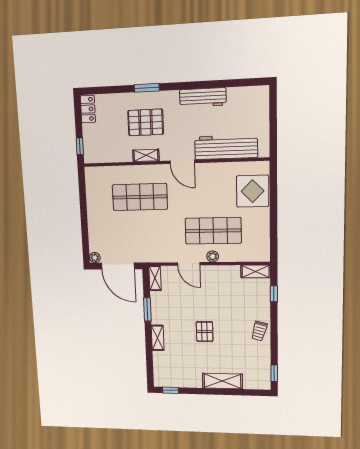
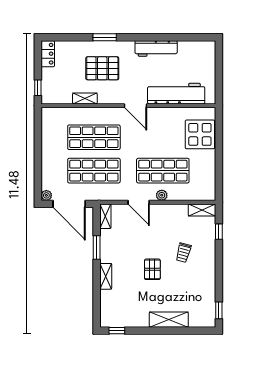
shelving: (146, 155) -> (85, 99), moved
shop shelf: (141, 232) -> (94, 171), added
trolley: (259, 331) -> (183, 253), moved

